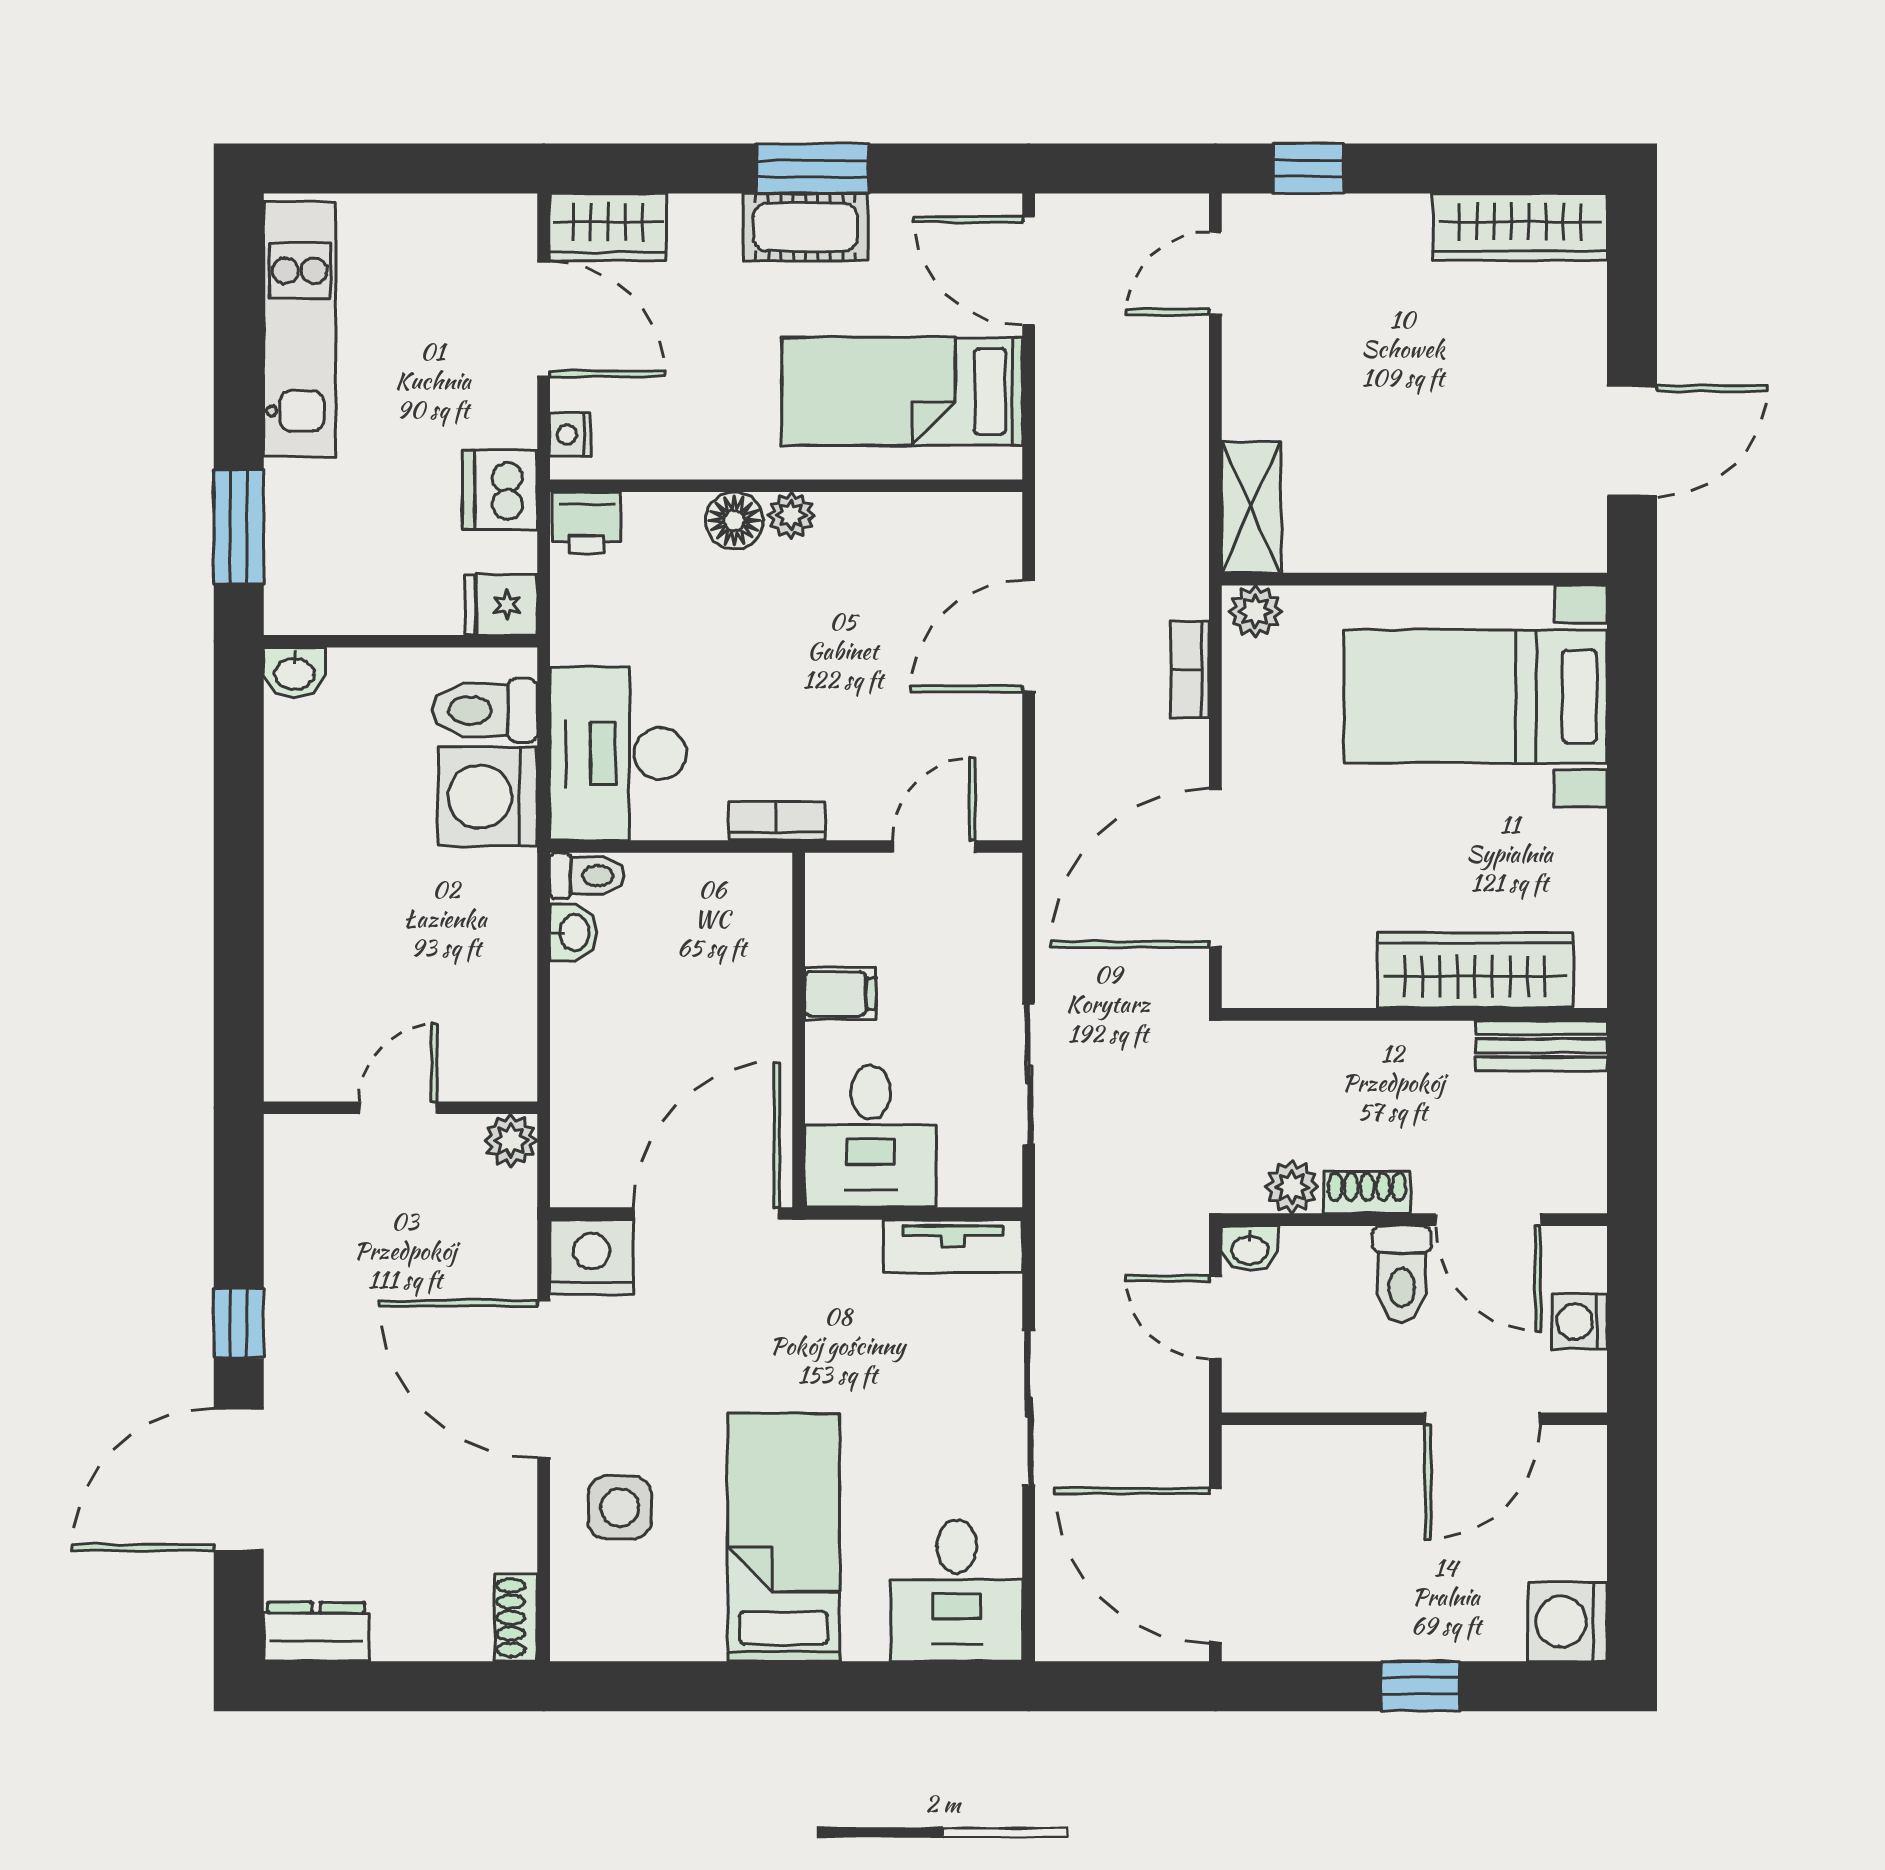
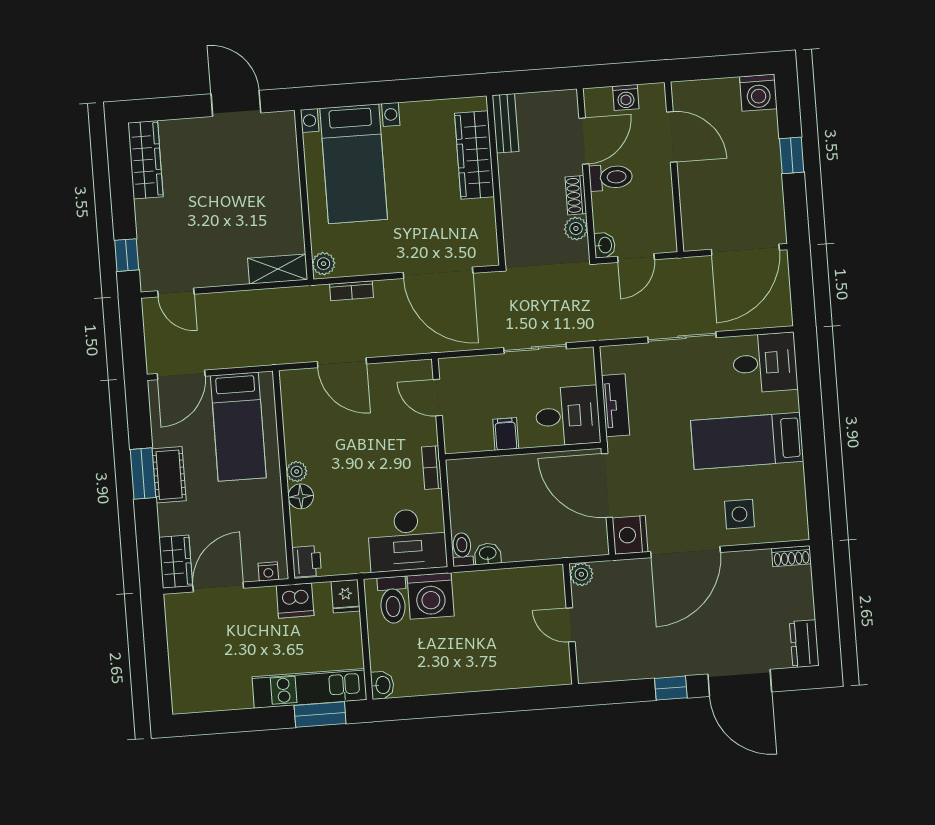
kitchen unit: (300, 329) -> (309, 688), moved
tv unit: (953, 1246) -> (616, 405), moved

